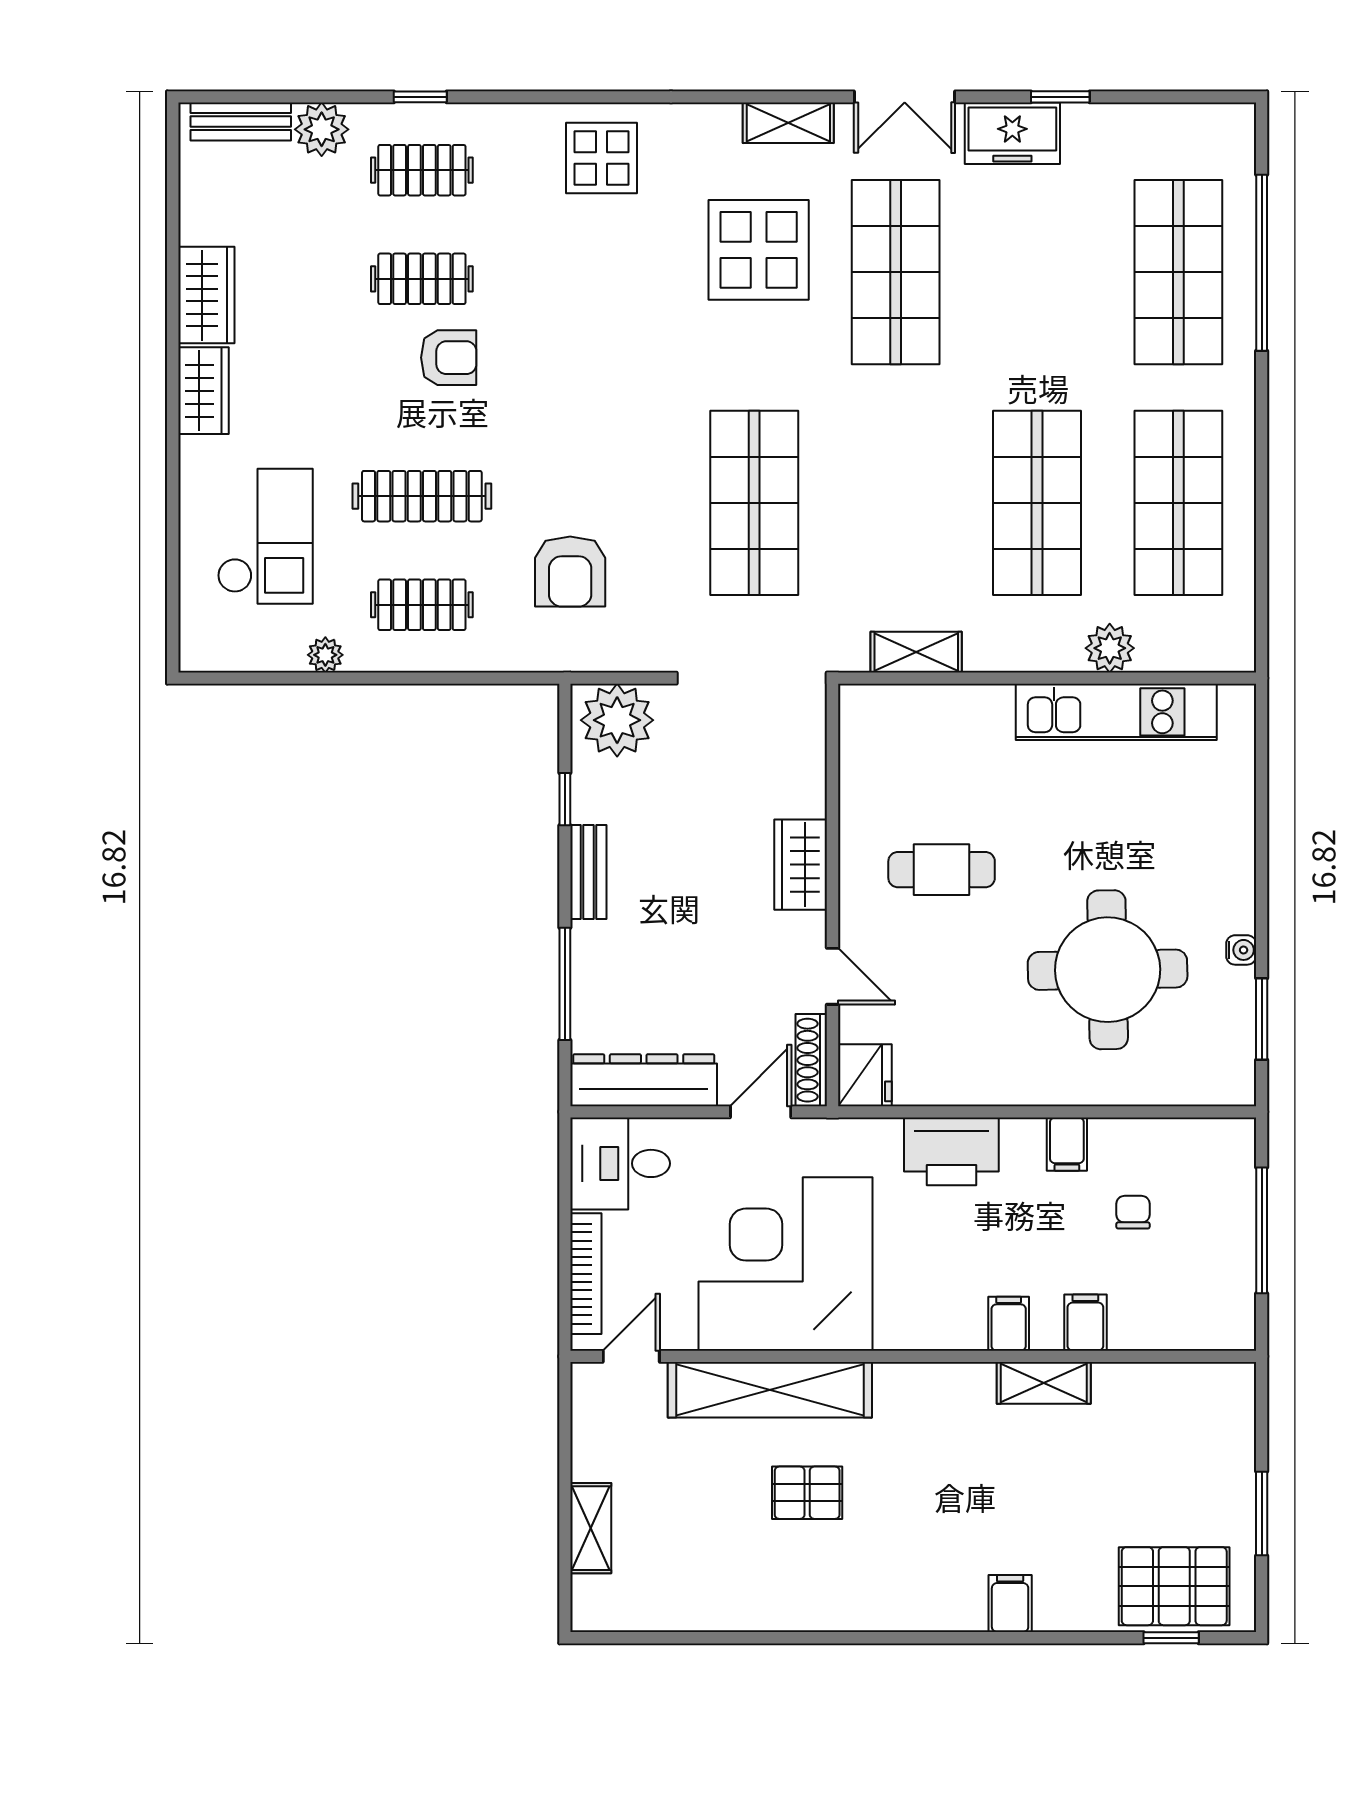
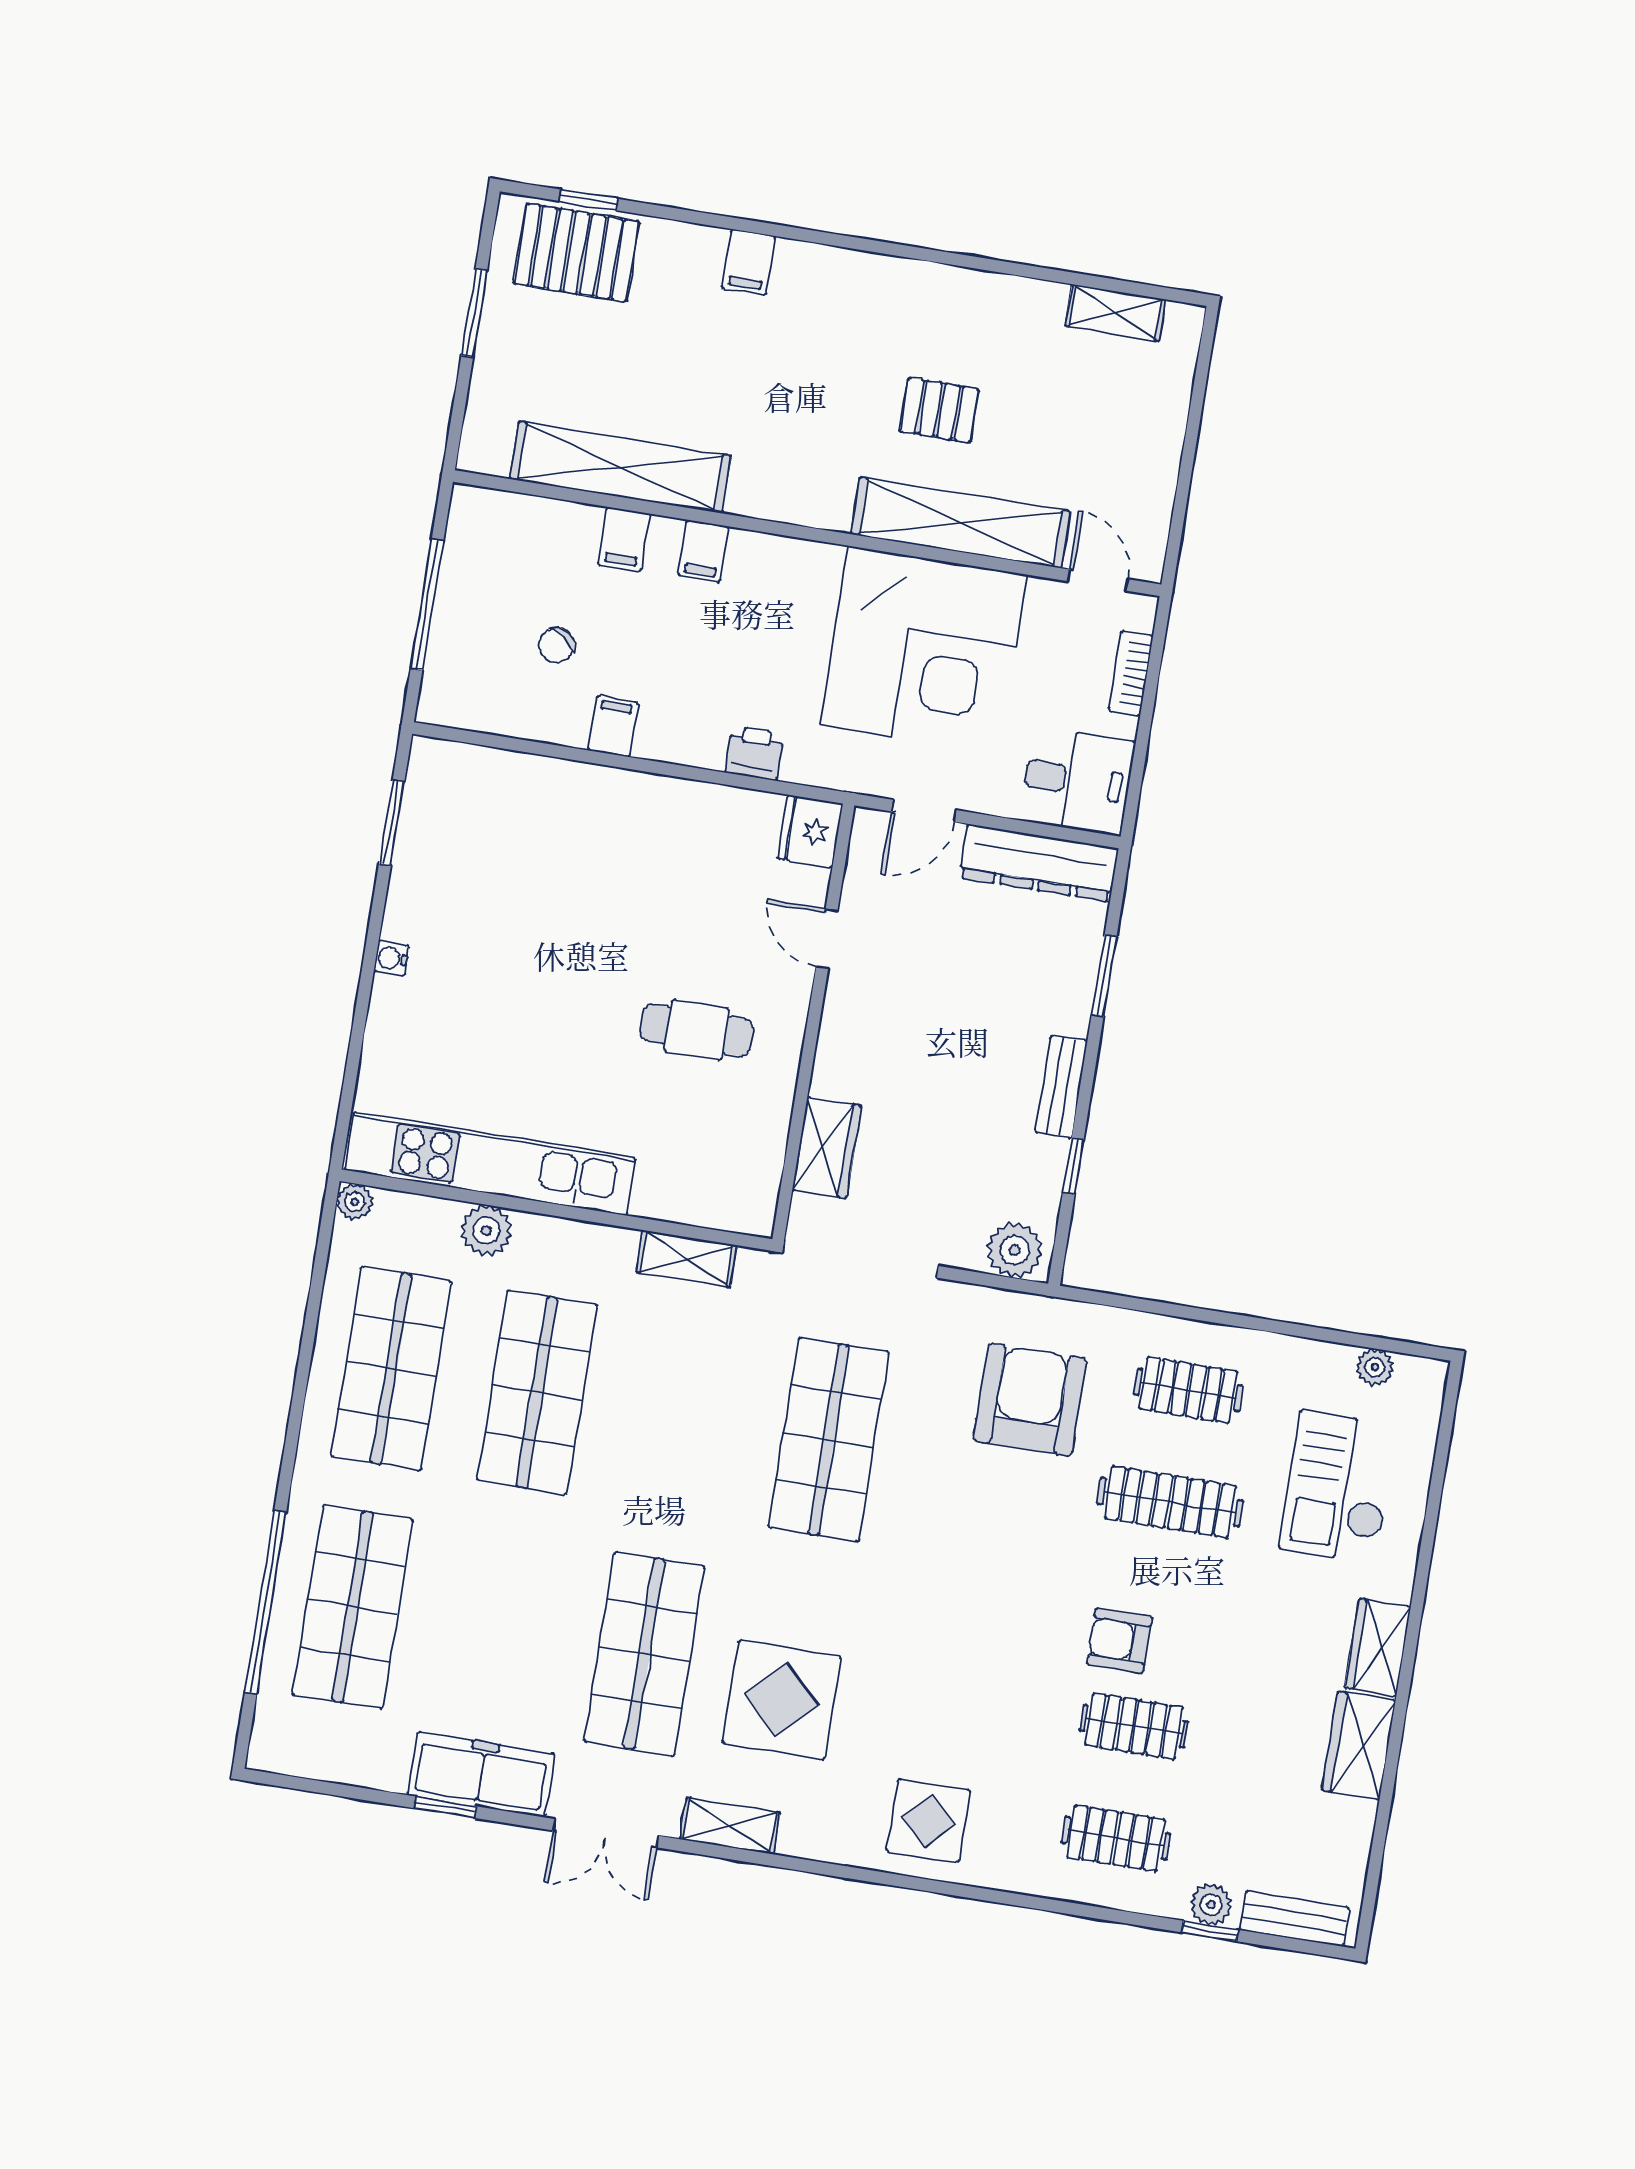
window: (420, 97) -> (1210, 1931), moved
double door: (905, 97) -> (606, 1833), swing flipped
plant: (322, 129) -> (1211, 1905), width x0.73, depth x0.73
freezer: (1012, 133) -> (481, 1774), width x1.40
armchair: (570, 572) -> (1030, 1400), width x1.36, depth x1.36
plant: (325, 655) -> (1375, 1367), moved
plant: (1239, 655) -> (355, 1202), added
kitchen unit: (1116, 712) -> (490, 1164), width x1.36
plant: (617, 720) -> (1015, 1250), width x0.73, depth x0.73
wardrobe: (801, 865) -> (827, 1148), moved
water cooler: (1241, 950) -> (391, 958), moved
round table: (1108, 970) -> (542, 899), removed
window: (565, 984) -> (1104, 975), width x0.69
shoe rack: (811, 1060) -> (863, 856), removed
printer: (951, 1151) -> (754, 753), width x0.53, depth x0.68
chair: (1133, 1212) -> (557, 645), turned 36
bookcase: (586, 1274) -> (1131, 673), width x0.64
door: (631, 1356) -> (1098, 580), swing flipped
shelving: (1044, 1383) -> (620, 467), width x2.20, depth x1.33
shelving: (591, 1528) -> (1115, 313), moved, turned 90

